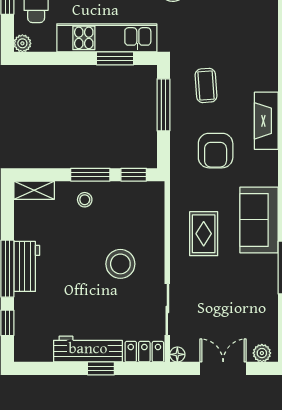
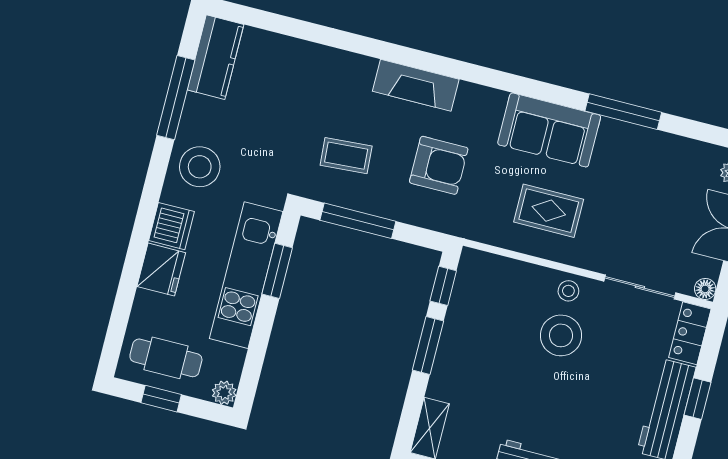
stool: (85, 200) -> (568, 291), moved

